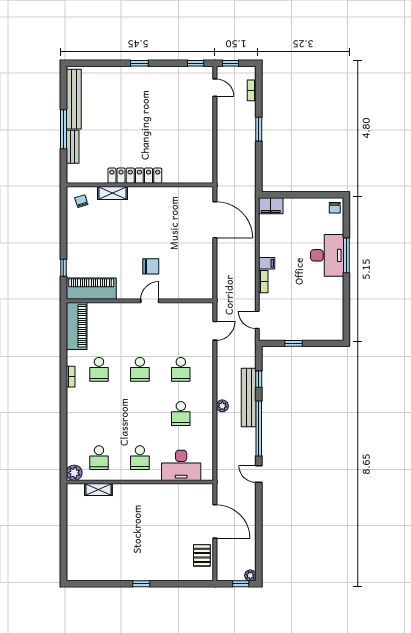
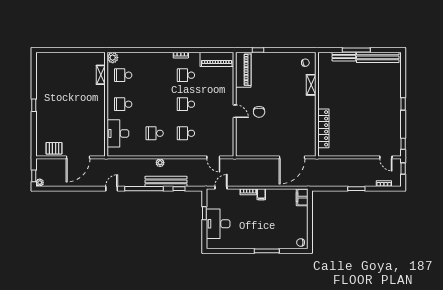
door: (215, 88) -> (386, 157), hinge flipped
locker: (135, 176) -> (323, 128), moved
desk: (327, 255) -> (218, 224), moved, turned 90

